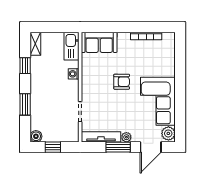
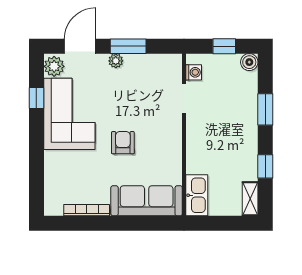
sofa: (99, 42) -> (147, 201), width x1.36
washing machine: (74, 74) -> (194, 72), moved
armchair: (122, 82) -> (123, 143), turned 90
window: (180, 112) -> (36, 98), added
tv unit: (101, 137) -> (153, 61), removed

